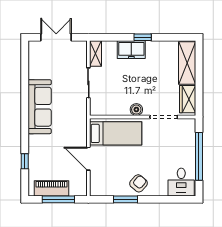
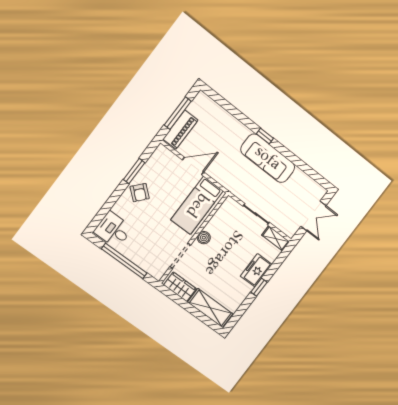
window: (25, 161) -> (265, 136), moved
piano: (52, 188) -> (180, 130), moved

